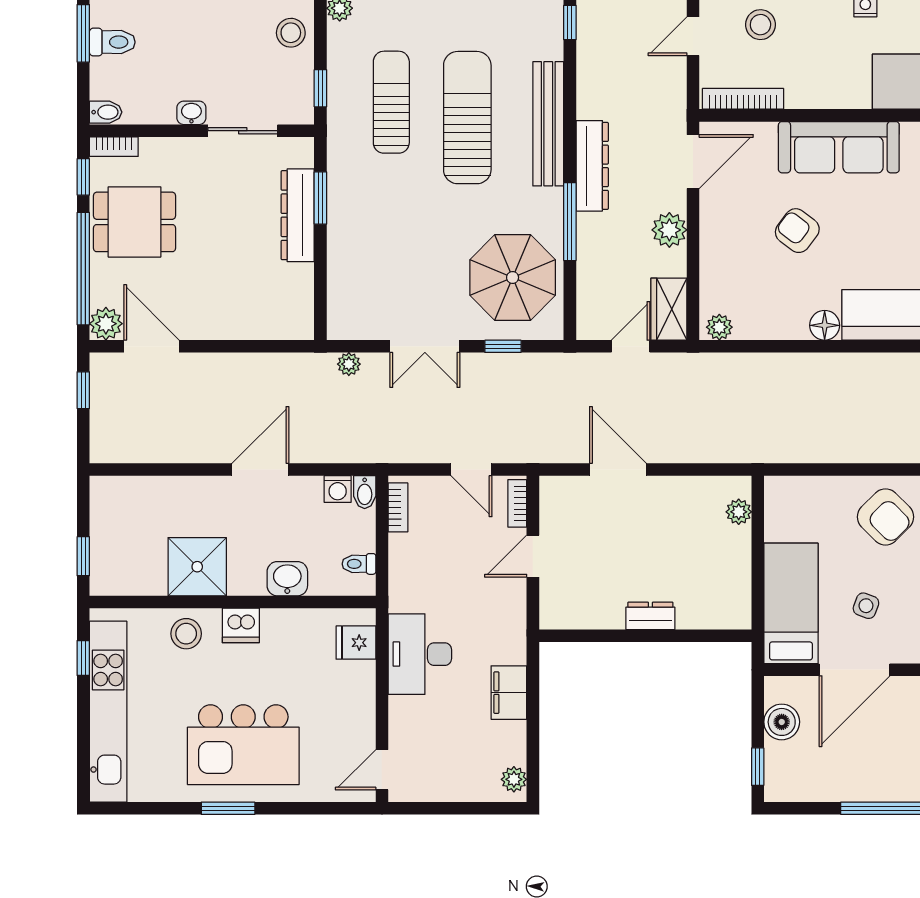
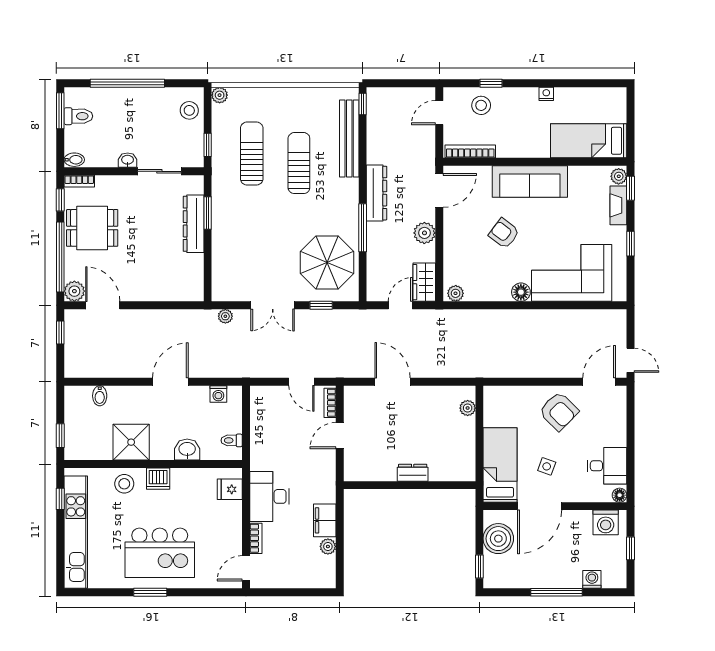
sun lounger: (467, 118) -> (299, 163), width x0.73, depth x0.75
bench: (548, 124) -> (349, 139), moved
bidet: (365, 492) -> (100, 396), moved
bookcase: (398, 507) -> (256, 538), moved
boiler: (782, 722) -> (498, 539), width x1.37, depth x1.37
plant: (514, 779) -> (328, 546), moved

